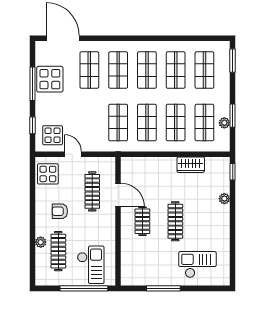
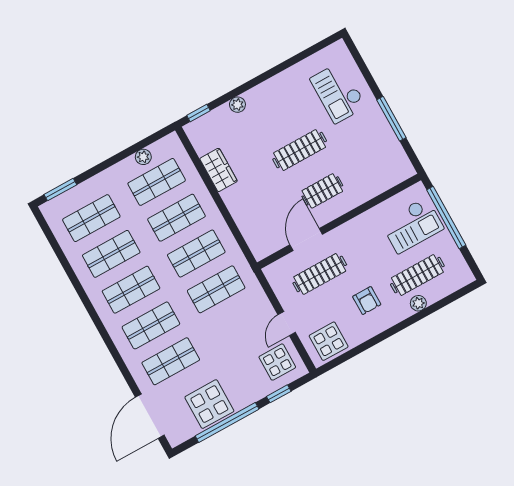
window: (32, 84) -> (227, 423), width x1.46
window: (233, 116) -> (129, 152), removed
checkout: (91, 265) -> (412, 225), turned 180

